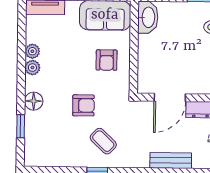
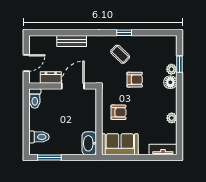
armchair: (107, 60) -> (118, 112), turned 90
plant: (32, 68) -> (171, 69), moved
armchair: (83, 105) -> (135, 80), turned 180

